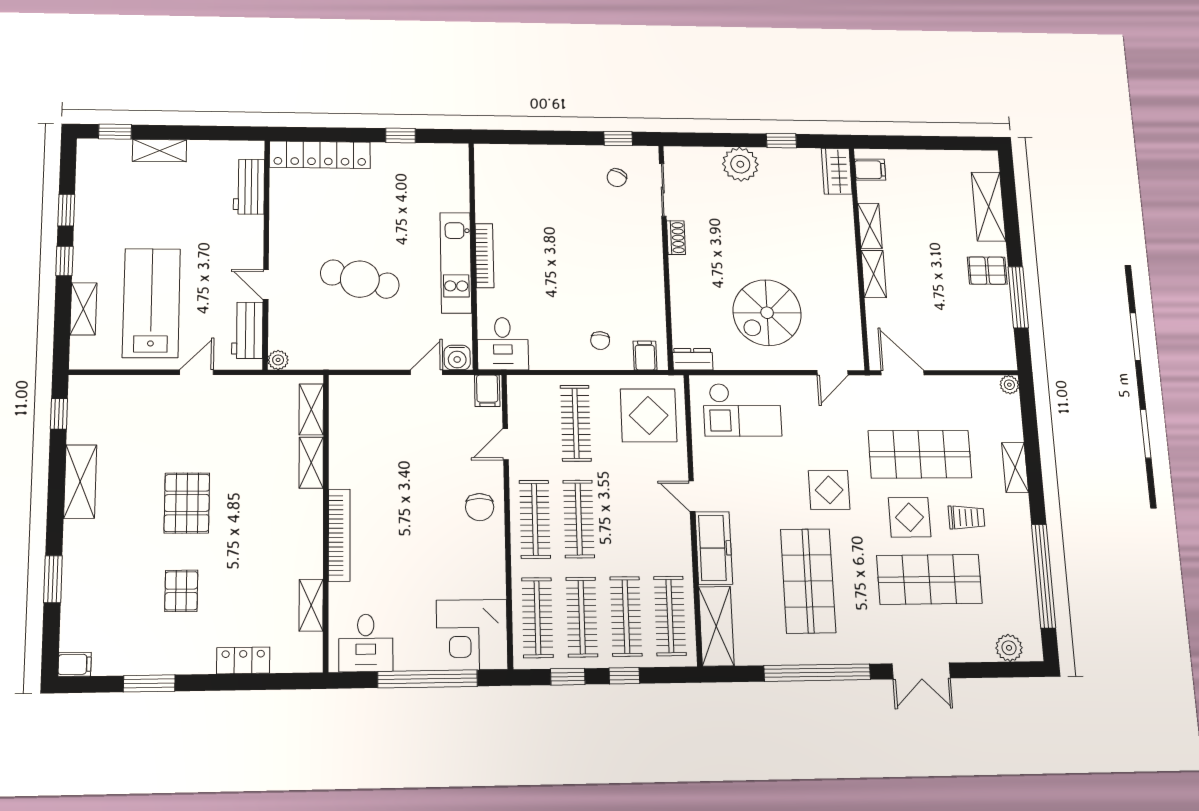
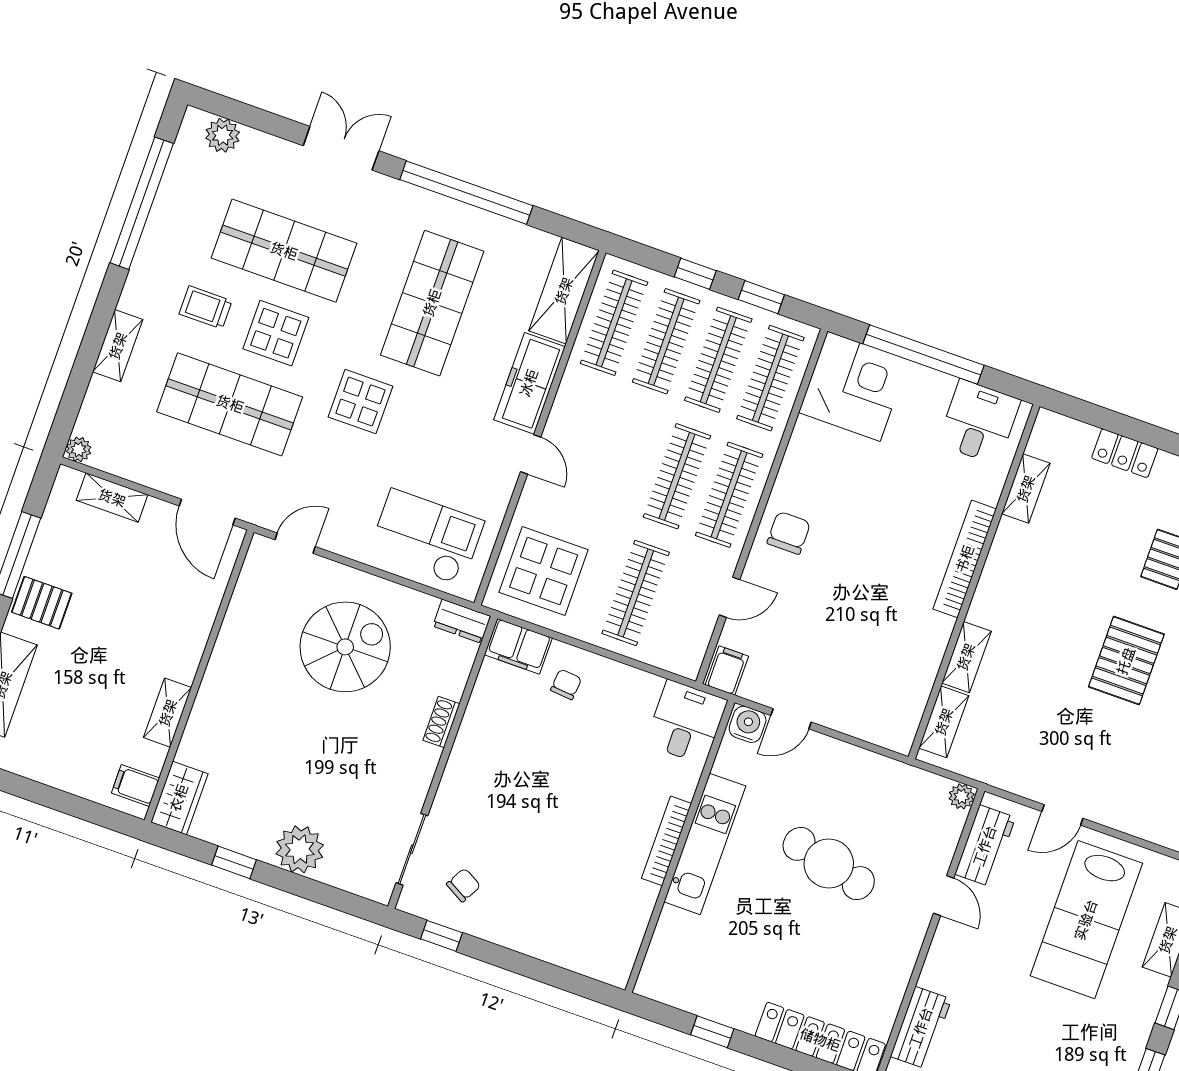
shoe rack: (676, 238) -> (441, 722), moved
shelving: (874, 274) -> (112, 498), moved, turned 90
filing cabinet: (645, 356) -> (518, 646), width x2.00

